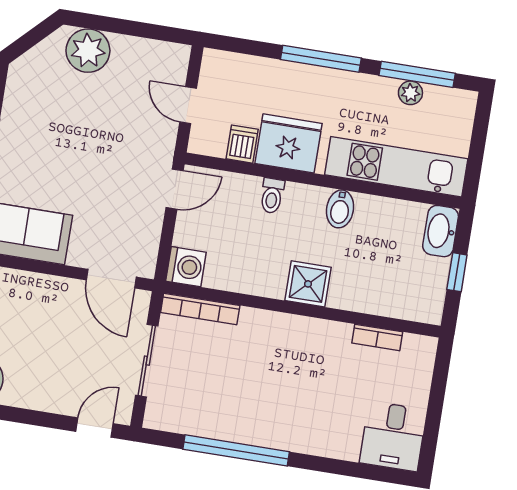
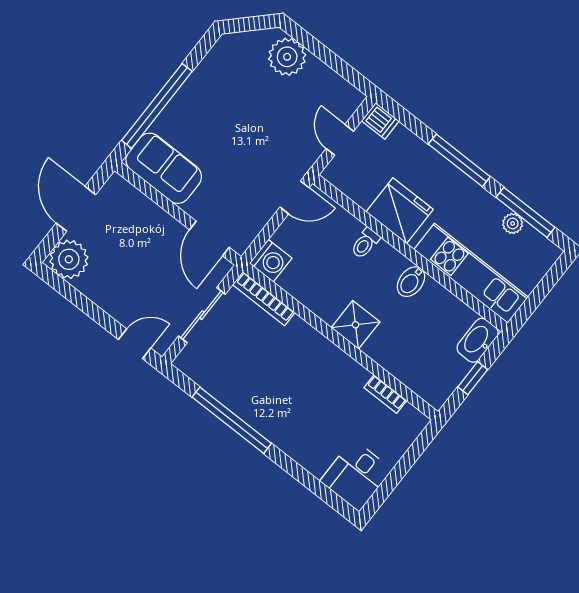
dishwasher: (242, 144) -> (380, 121), moved, turned 90

